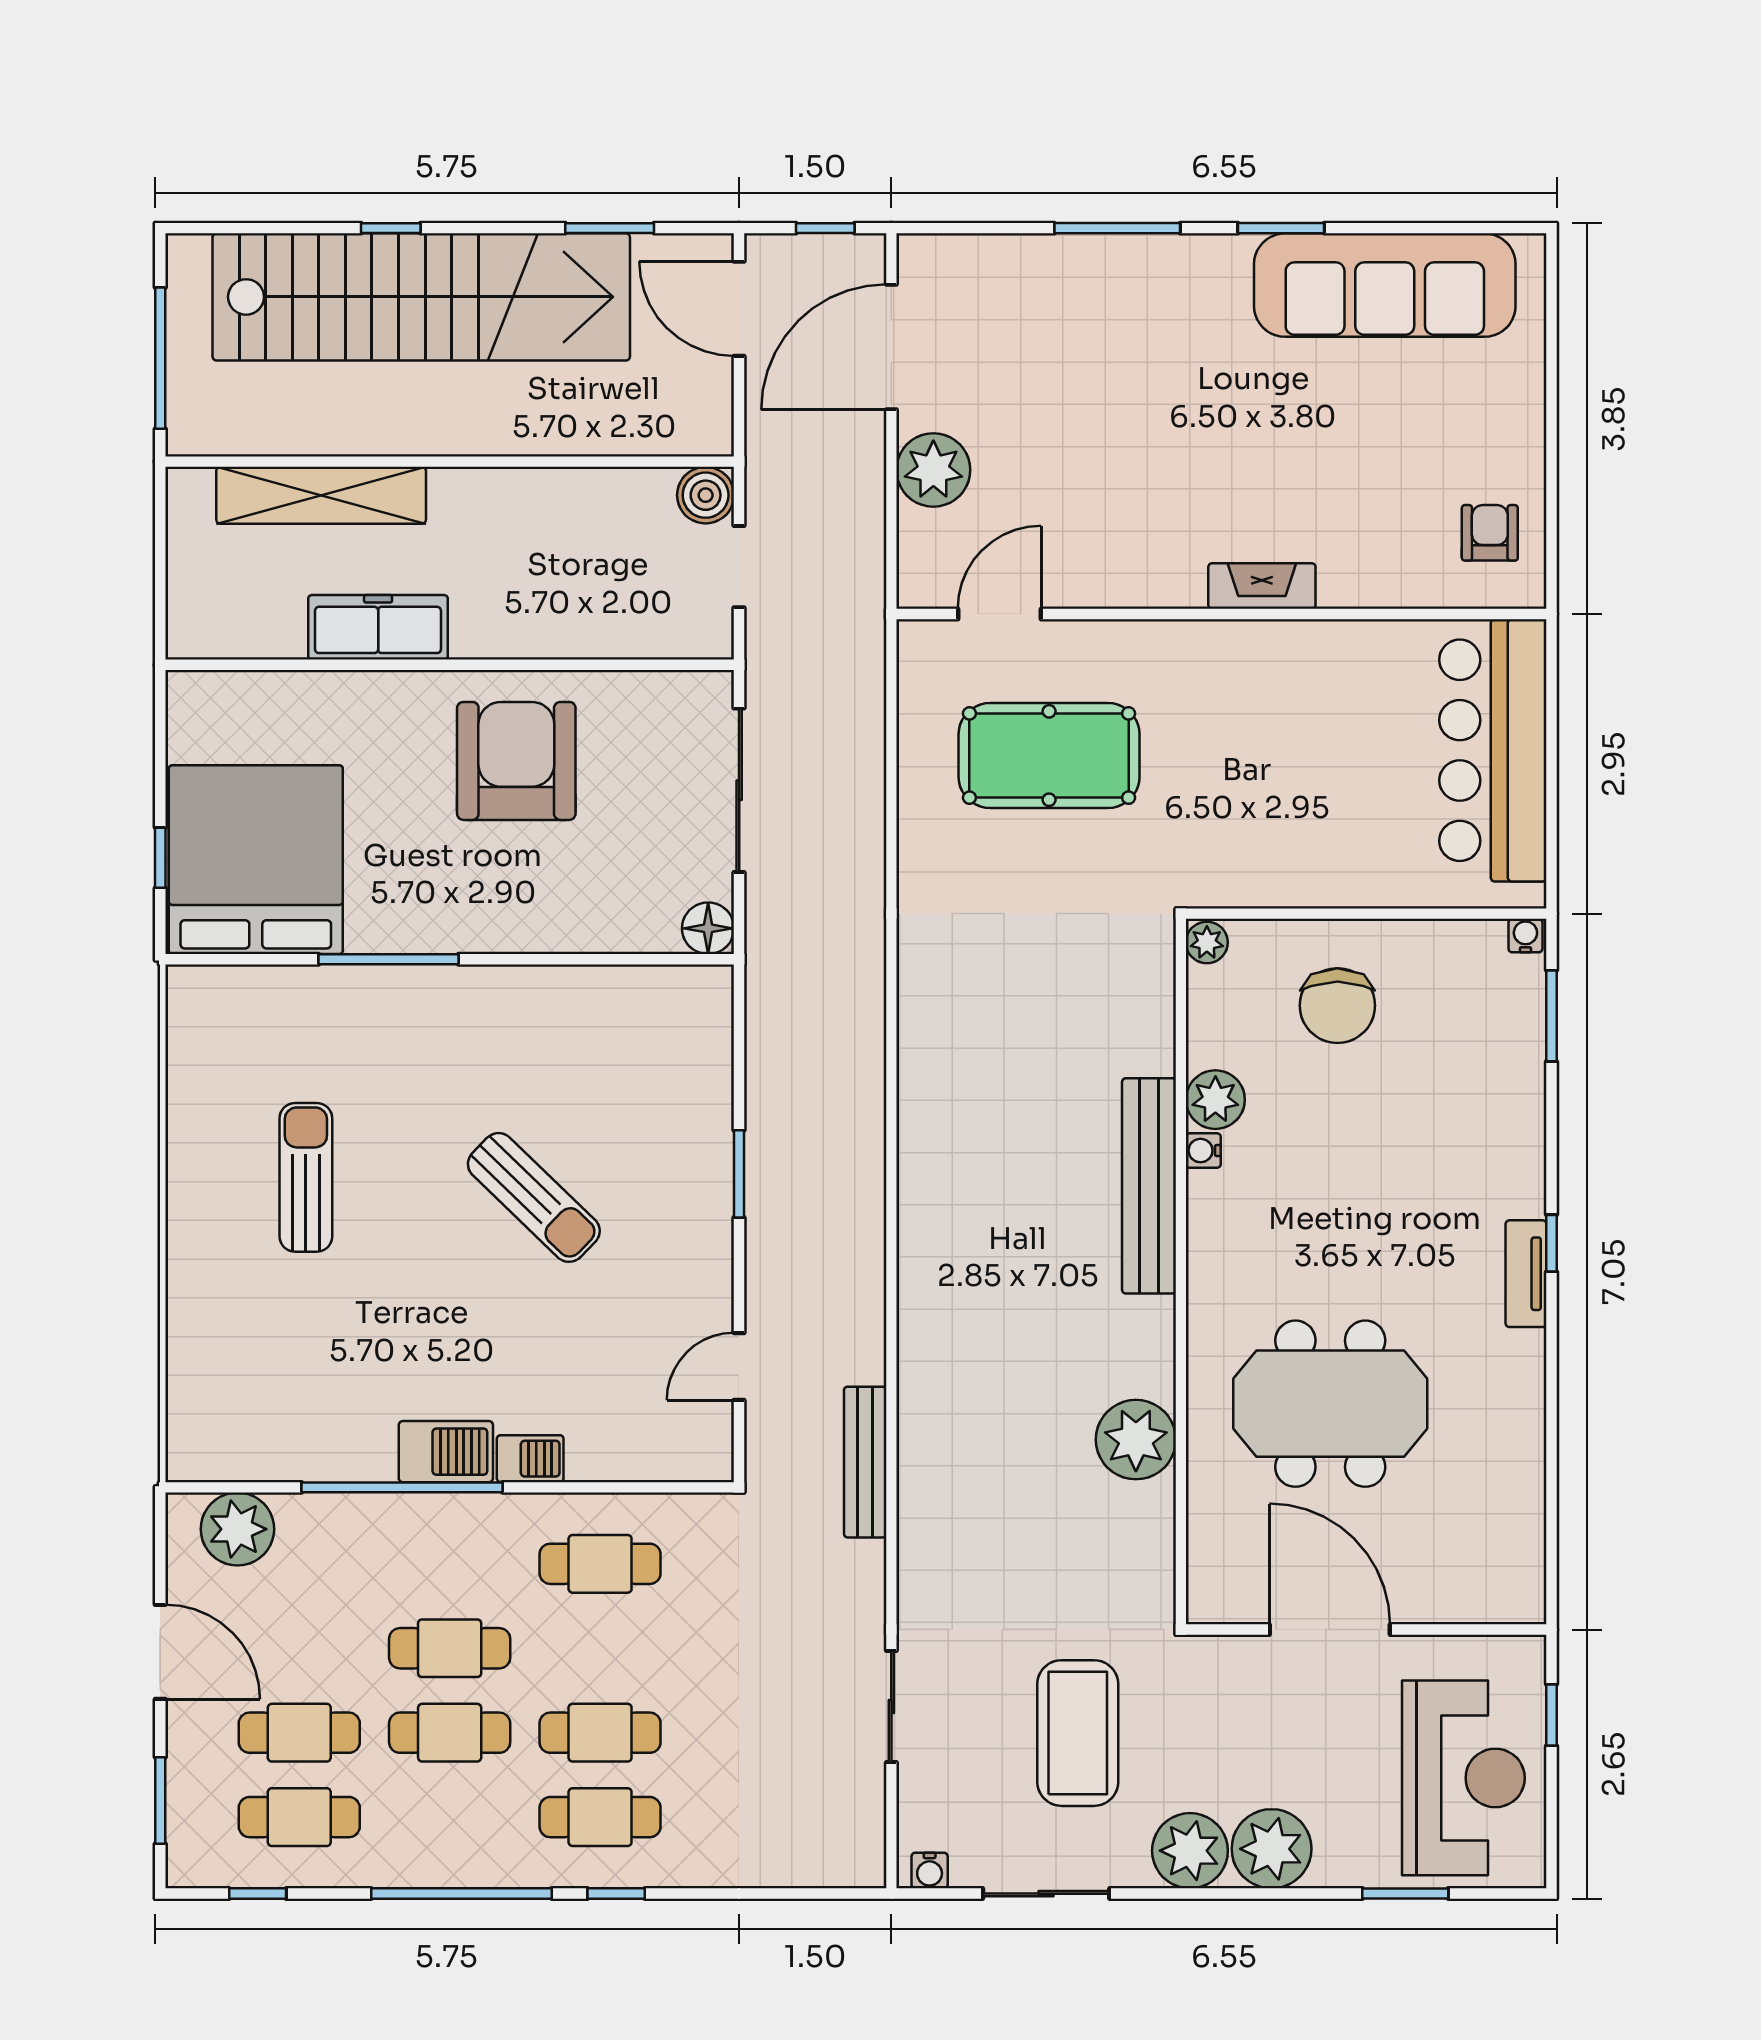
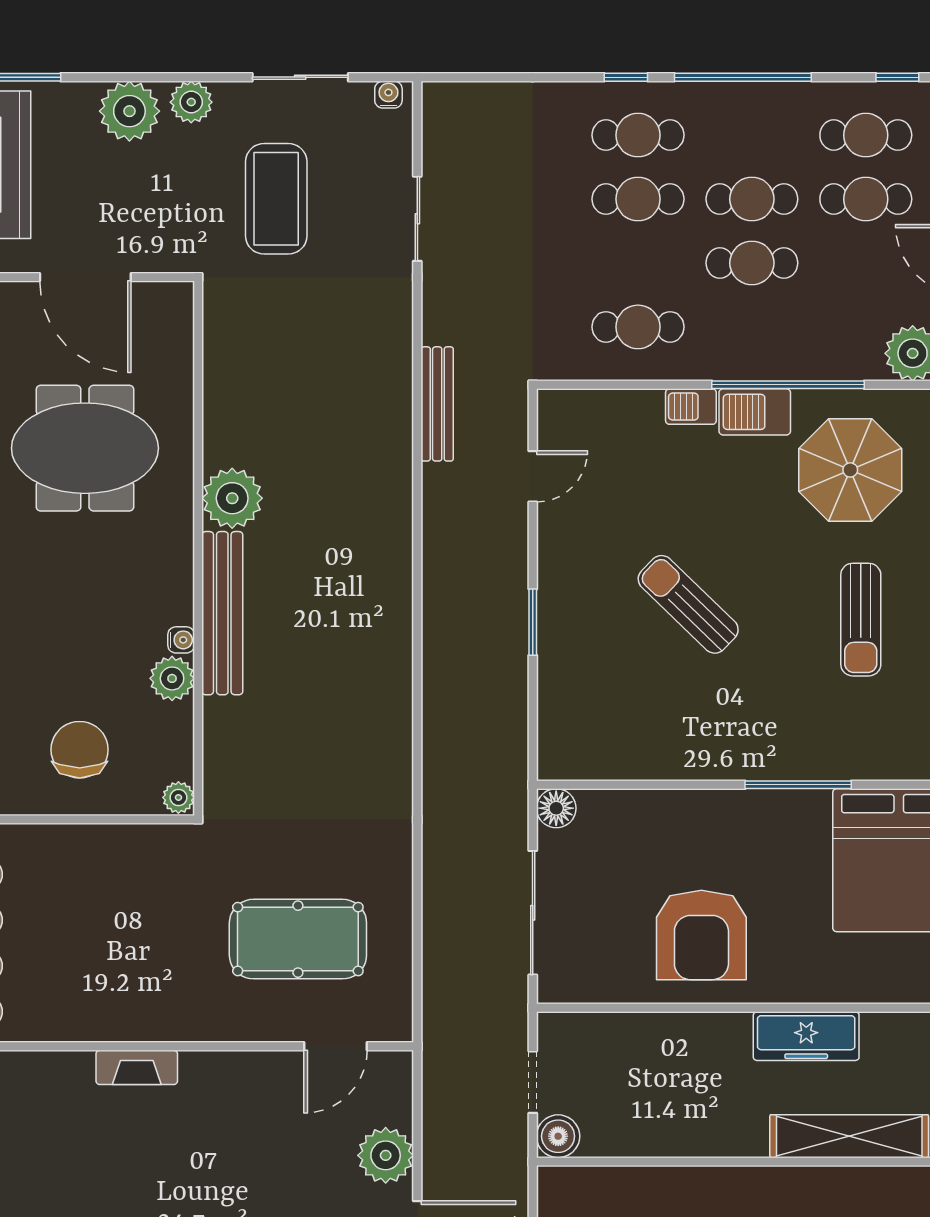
parasol: (320, 1375) -> (850, 470), added
plant: (1136, 1440) -> (232, 498), moved
plant: (1190, 1851) -> (191, 102), width x0.73, depth x0.73

